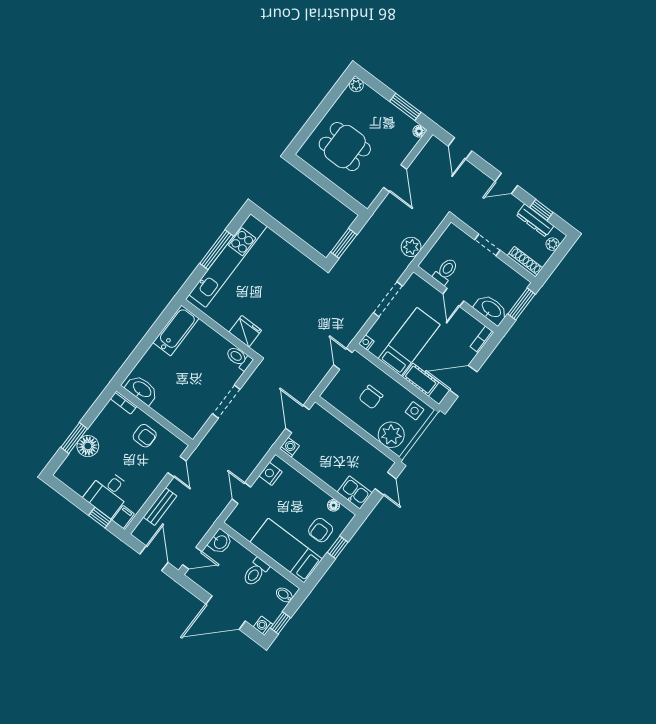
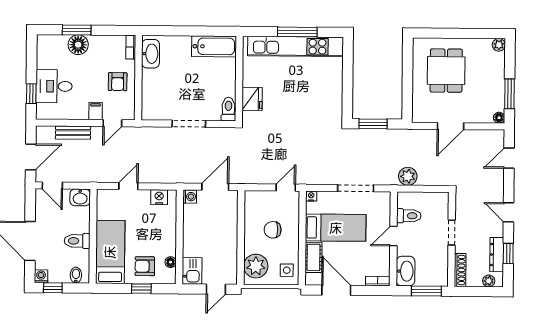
filing cabinet: (123, 517) -> (96, 111), moved, turned -90

